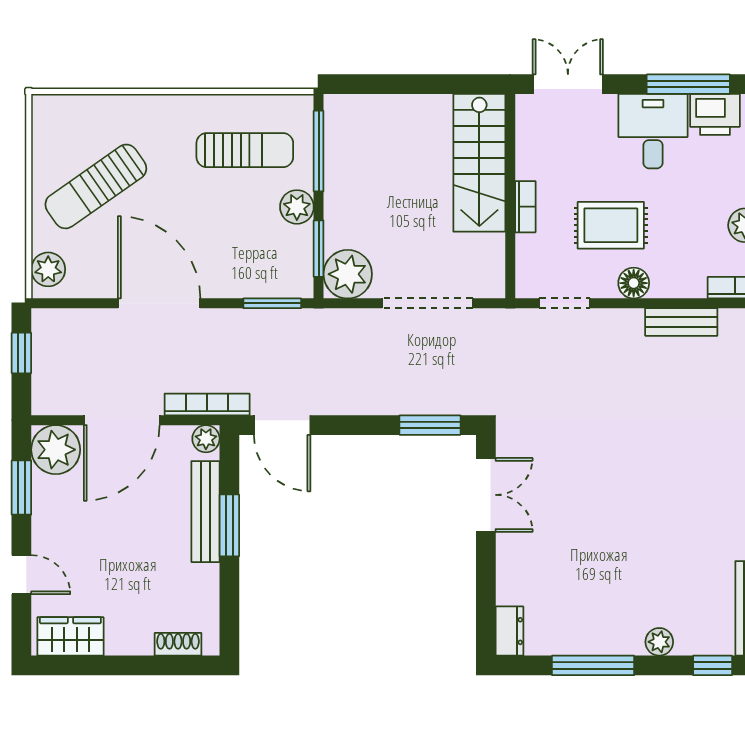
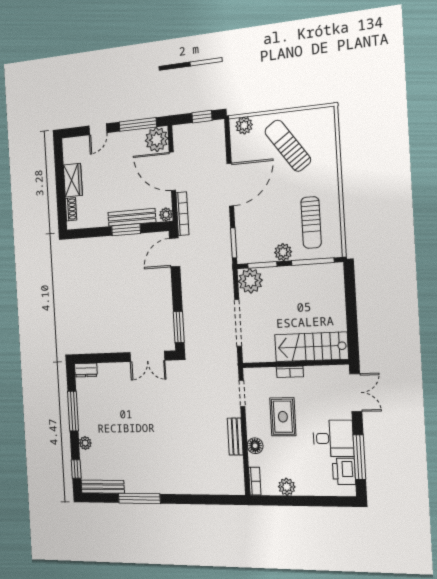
floor lamp: (634, 283) -> (255, 446), moved
bench: (681, 322) -> (235, 436), moved
window: (21, 487) -> (138, 124), width x1.44
wardrobe: (70, 636) -> (73, 180), moved

